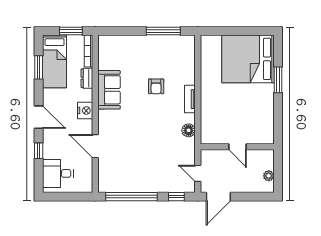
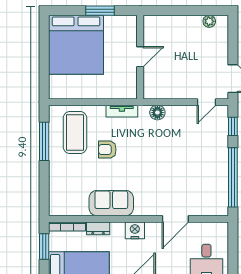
coffee table: (171, 58) -> (75, 132), added
armchair: (156, 86) -> (107, 150), turned 180
door: (237, 147) -> (140, 57), moved
wall: (237, 147) -> (140, 57), moved

